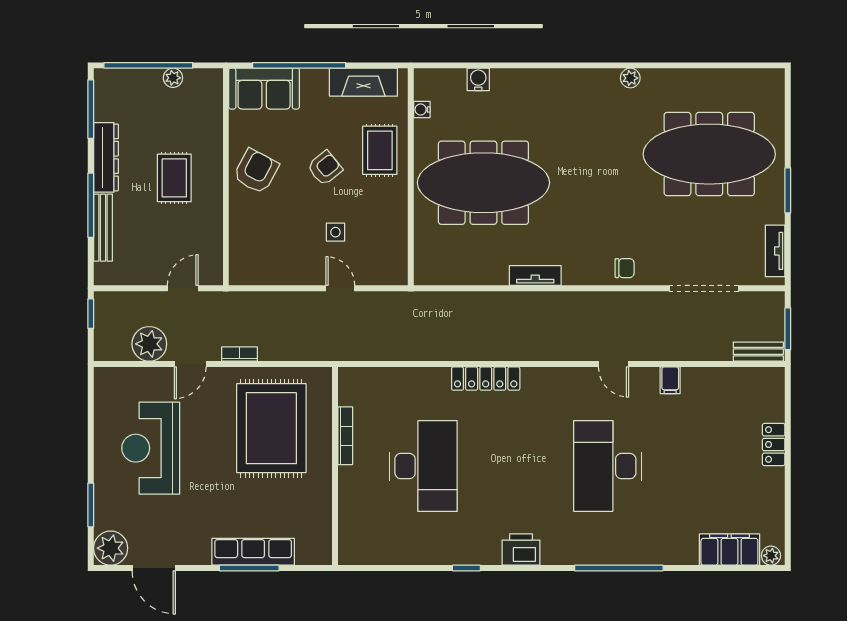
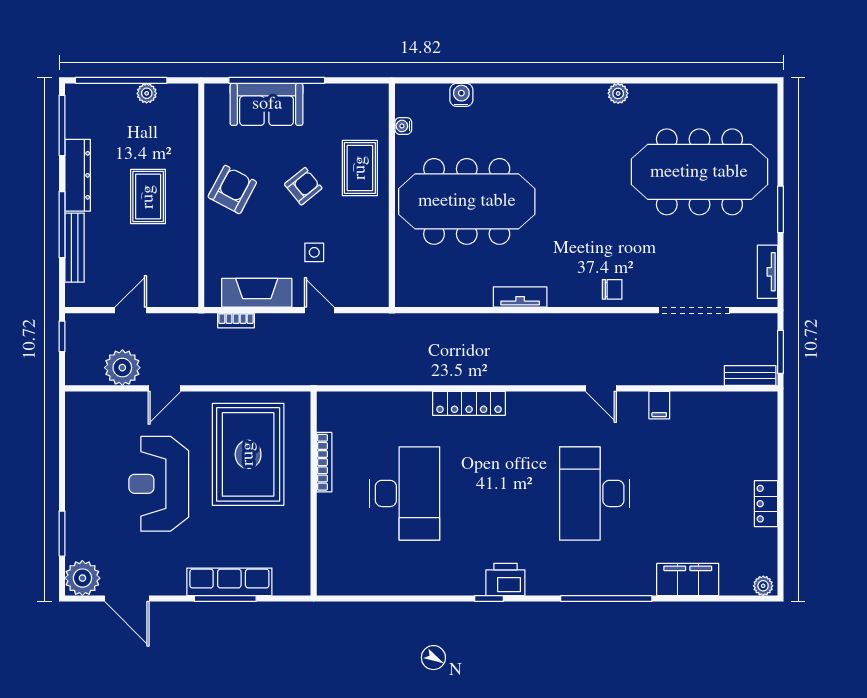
fireplace: (363, 82) -> (257, 293), moved, turned 180
sofa: (264, 89) -> (267, 104), moved
door: (183, 288) -> (131, 310), moved
bookcase: (240, 354) -> (236, 320), moved, turned 180
locker: (774, 445) -> (766, 504), moved
reception desk: (151, 448) -> (159, 484), moved
filing cabinet: (729, 550) -> (688, 580), moved
window: (466, 568) -> (489, 599), moved

